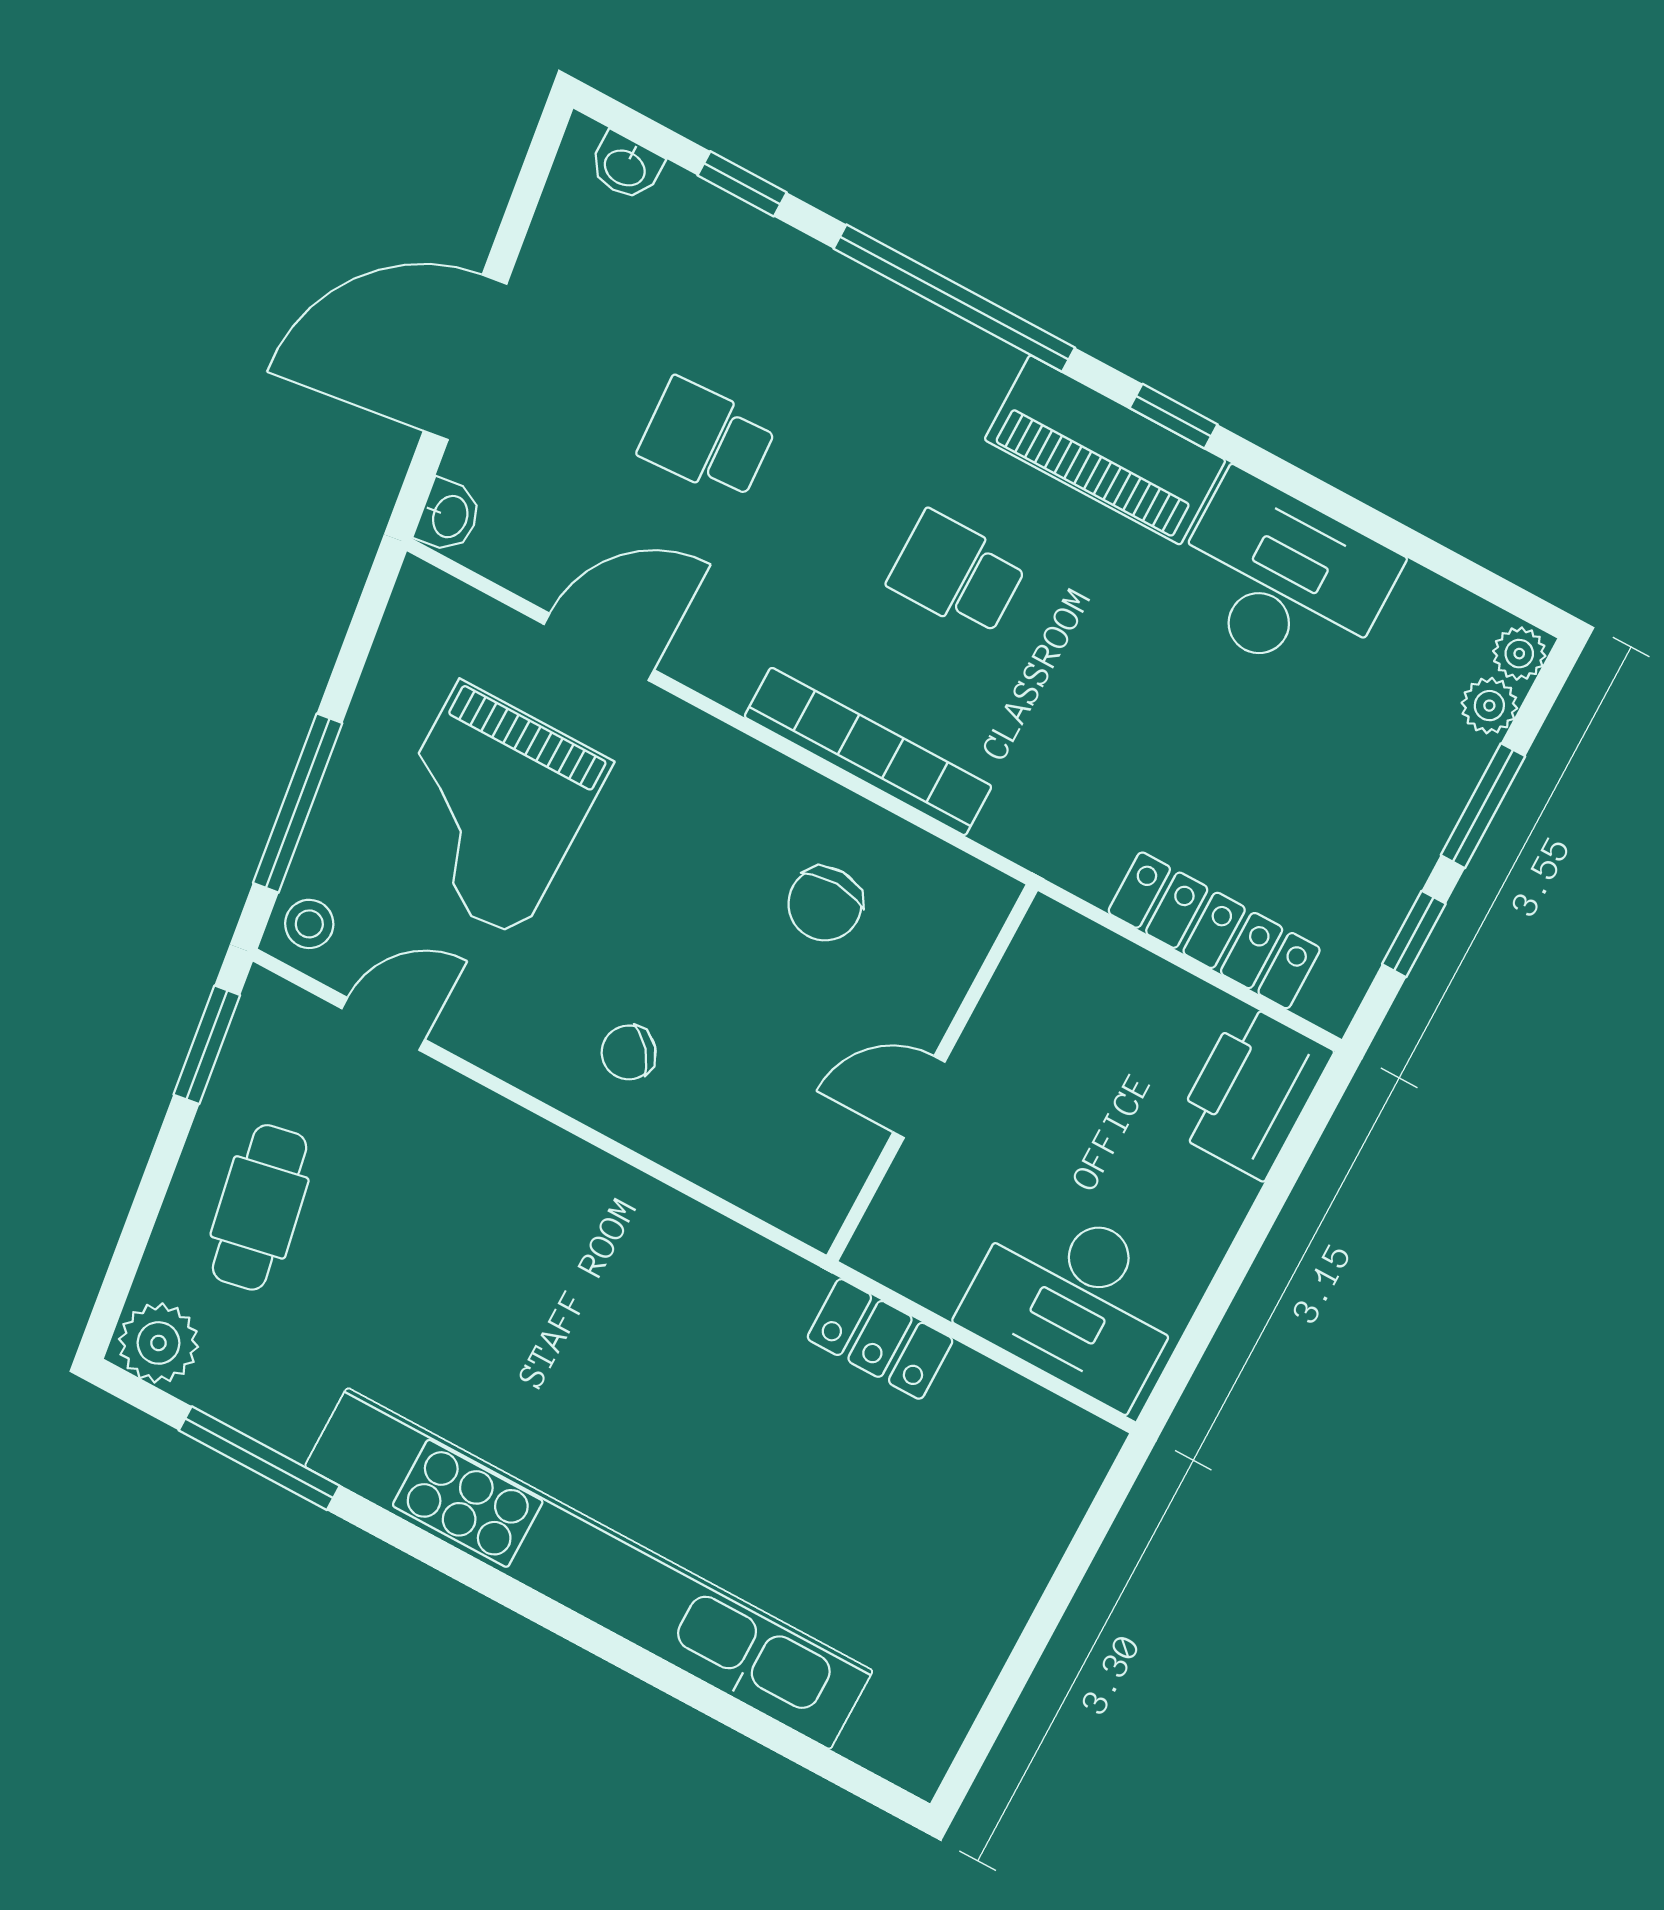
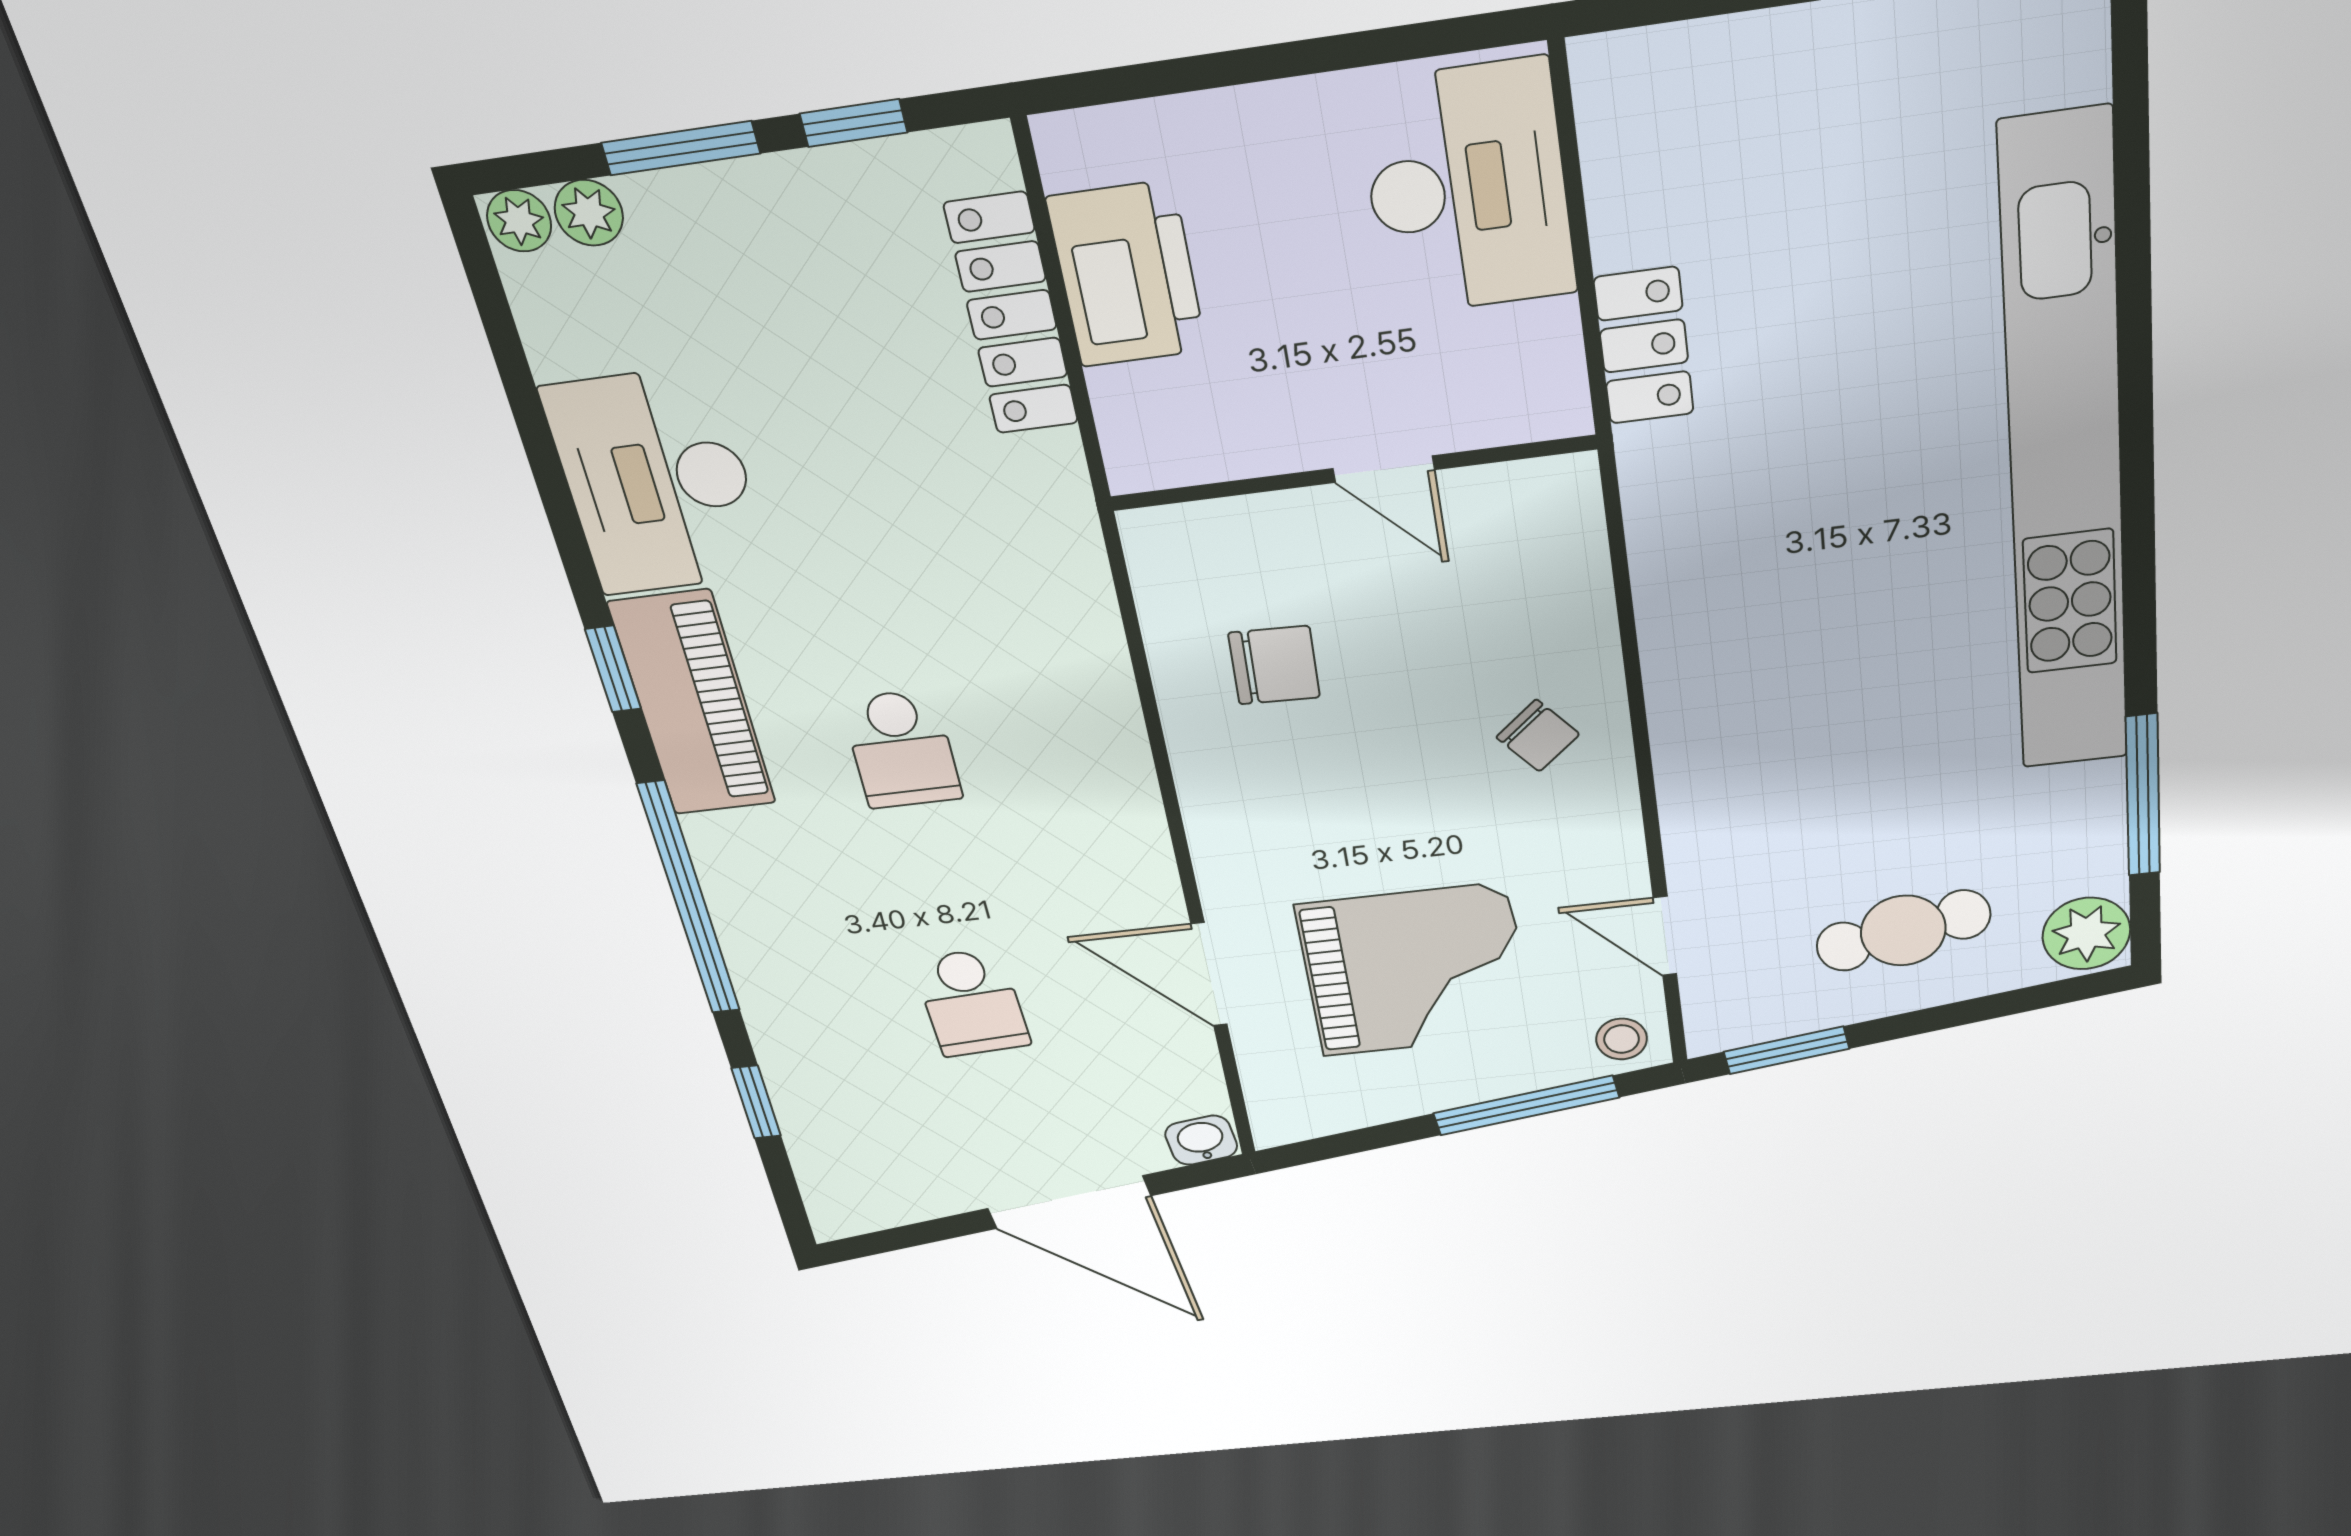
washbasin: (625, 167) -> (823, 1186), removed
bookcase: (868, 752) -> (1113, 719), removed
printer: (1252, 1091) -> (1127, 274), moved, turned -90

